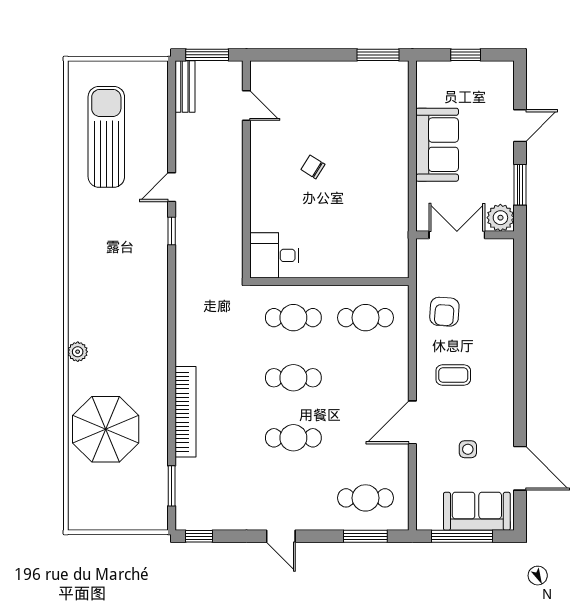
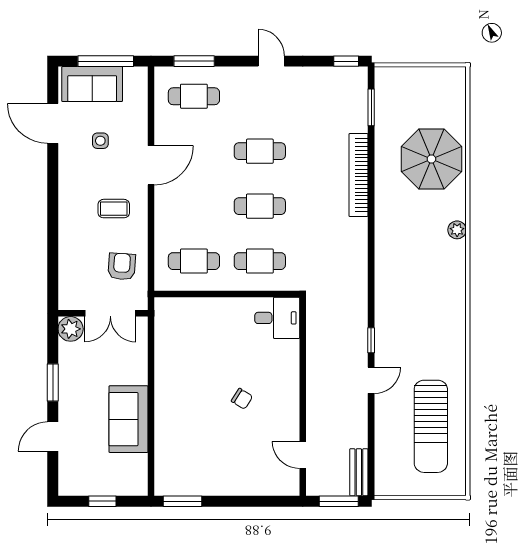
plant: (500, 218) -> (71, 329), moved
double door: (457, 235) -> (110, 313), moved
wall: (465, 235) -> (103, 313), moved

